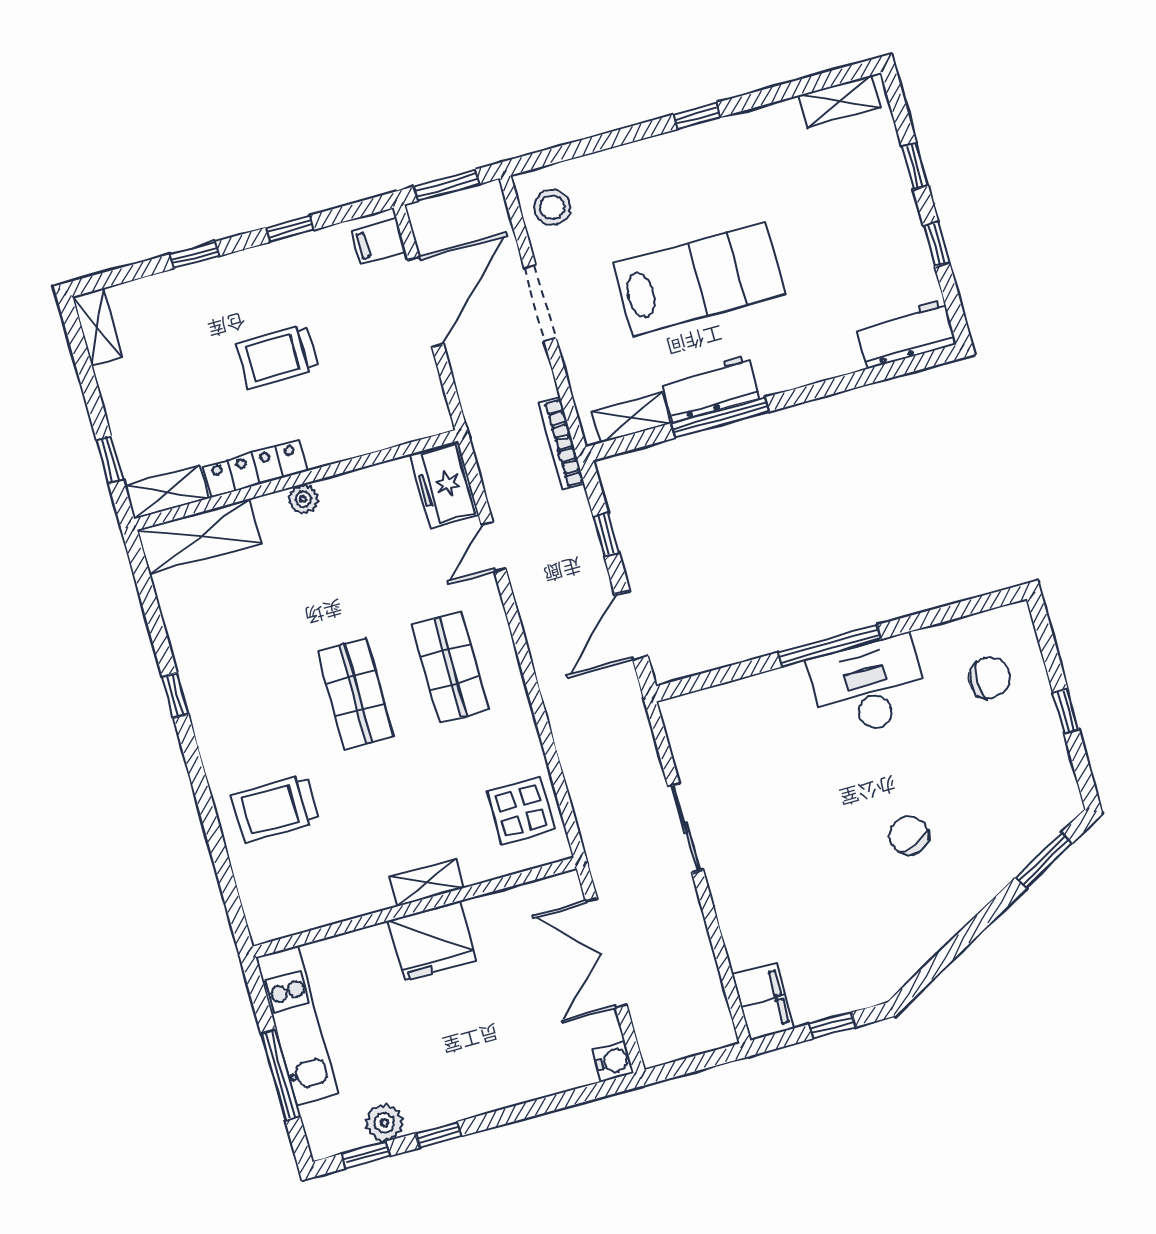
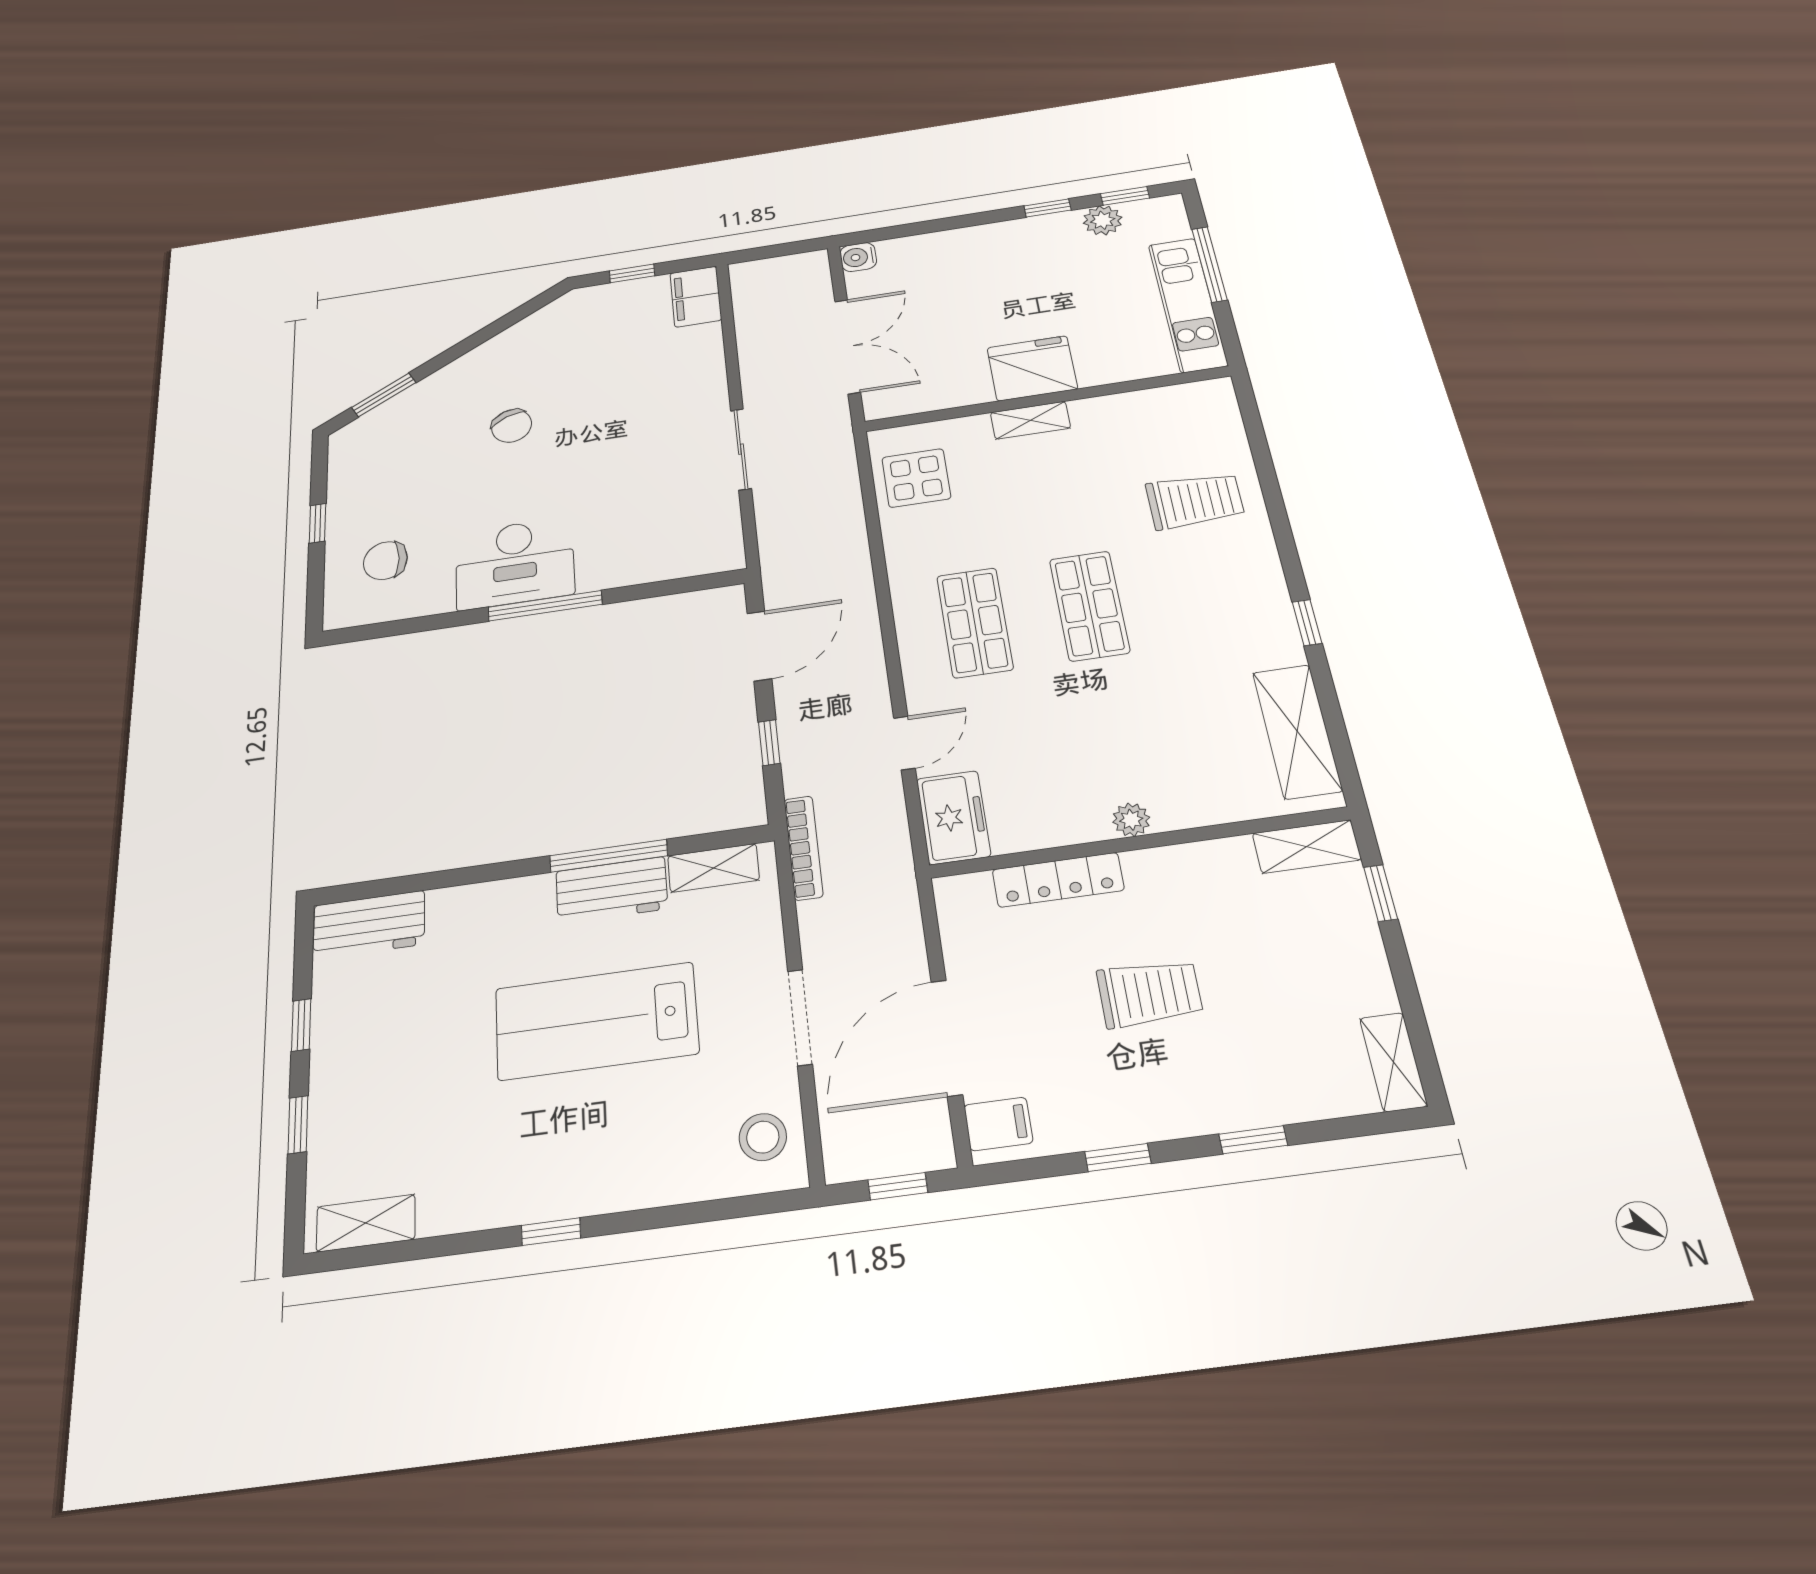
window: (446, 185) -> (898, 1186), width x0.67
locker: (255, 468) -> (1058, 880), moved
shelving: (199, 537) -> (1297, 731), moved, turned 90

